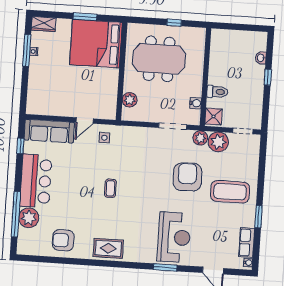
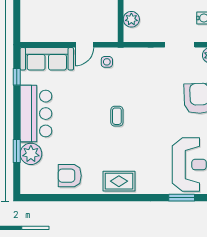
window: (16, 214) -> (17, 151), width x0.47

